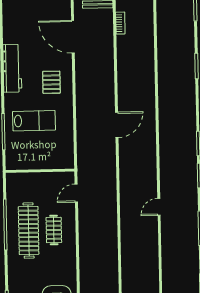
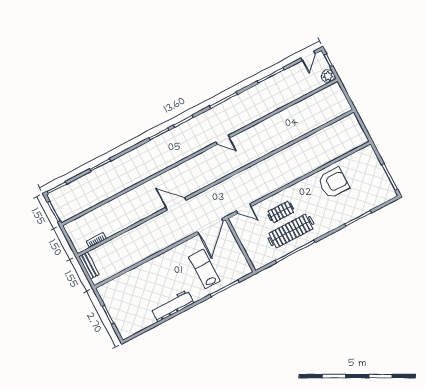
door: (73, 37) -> (210, 226), moved
pallet: (51, 82) -> (168, 270), removed

